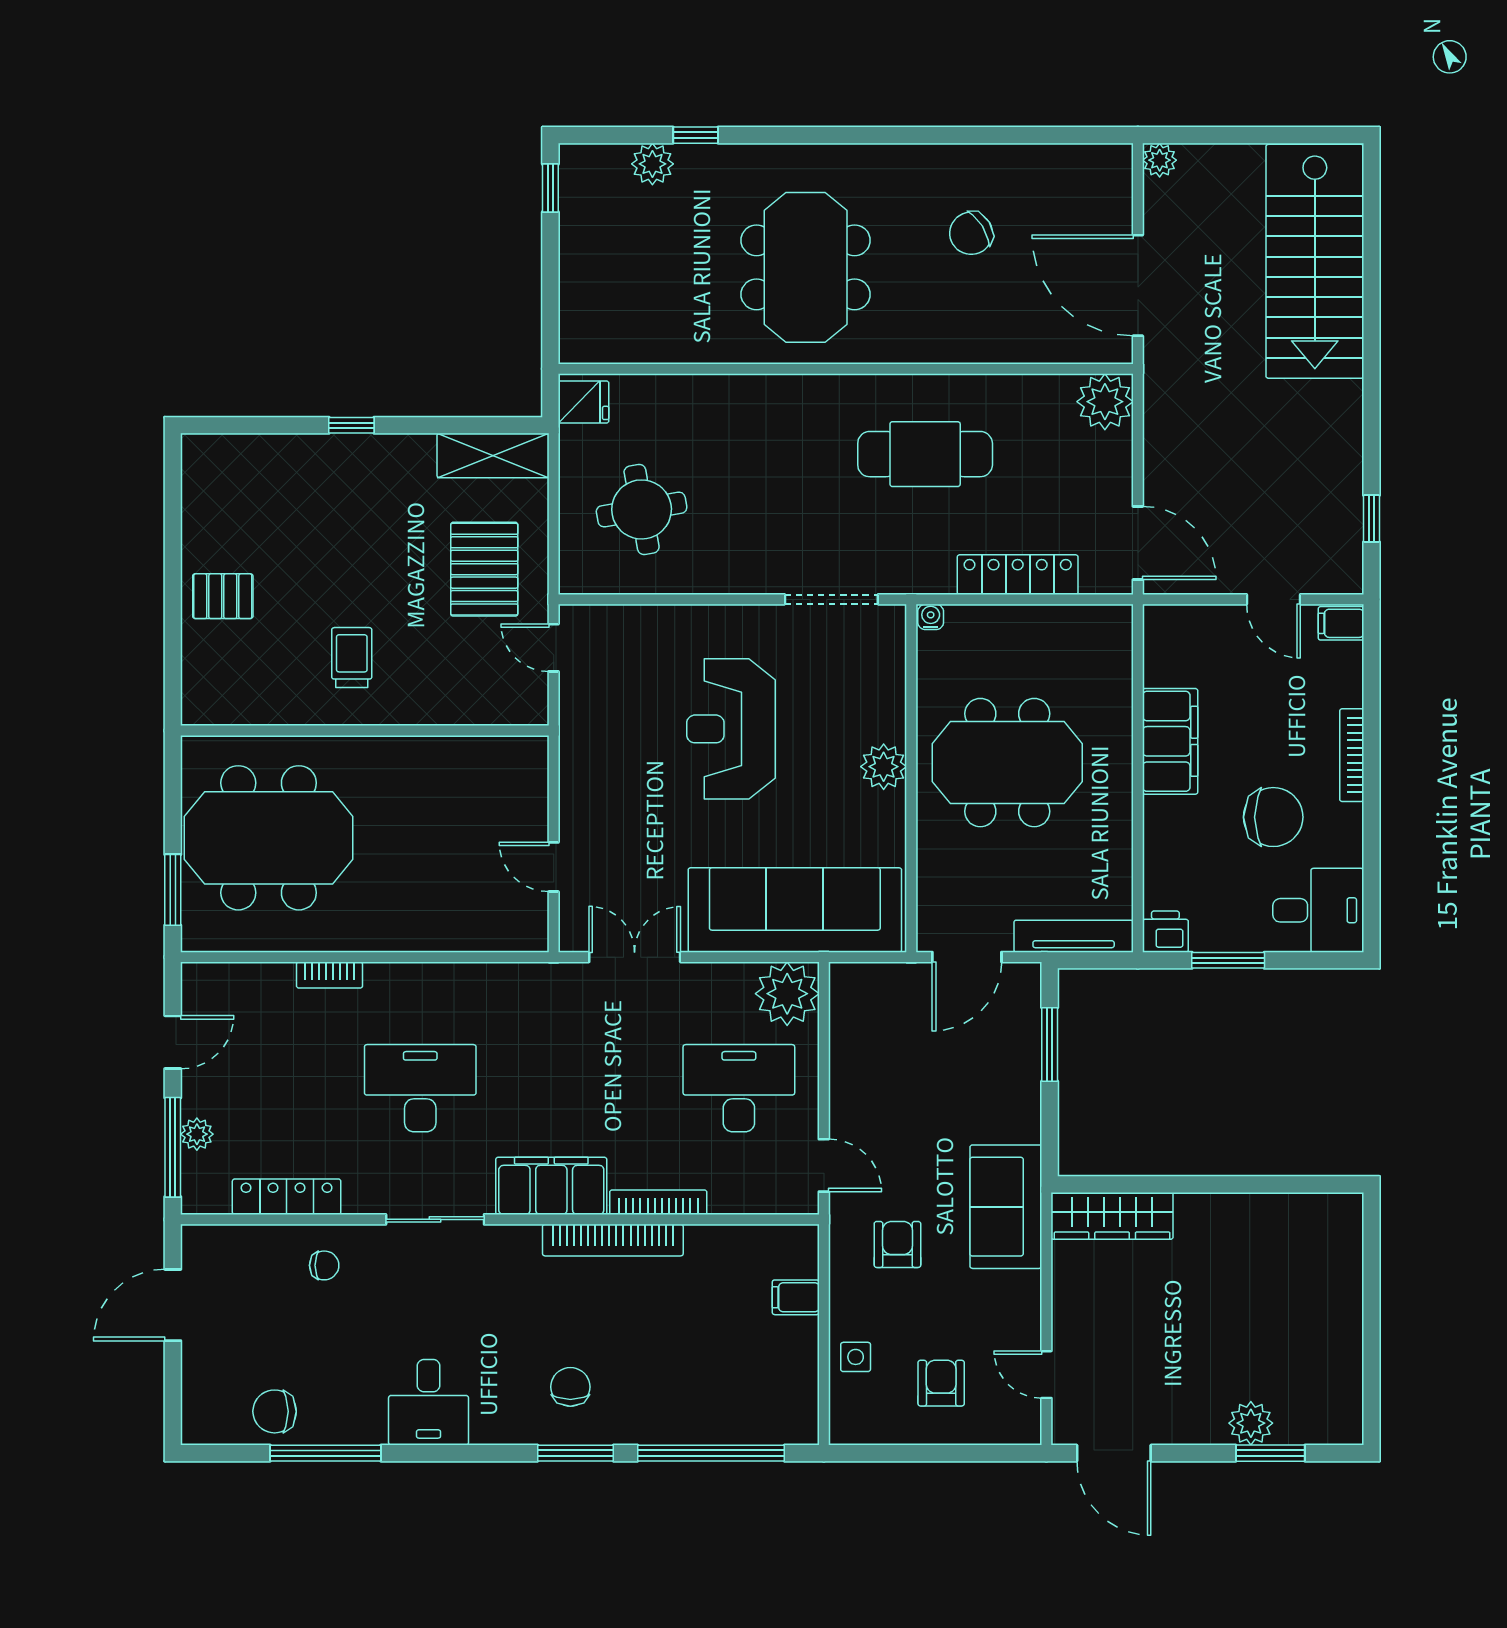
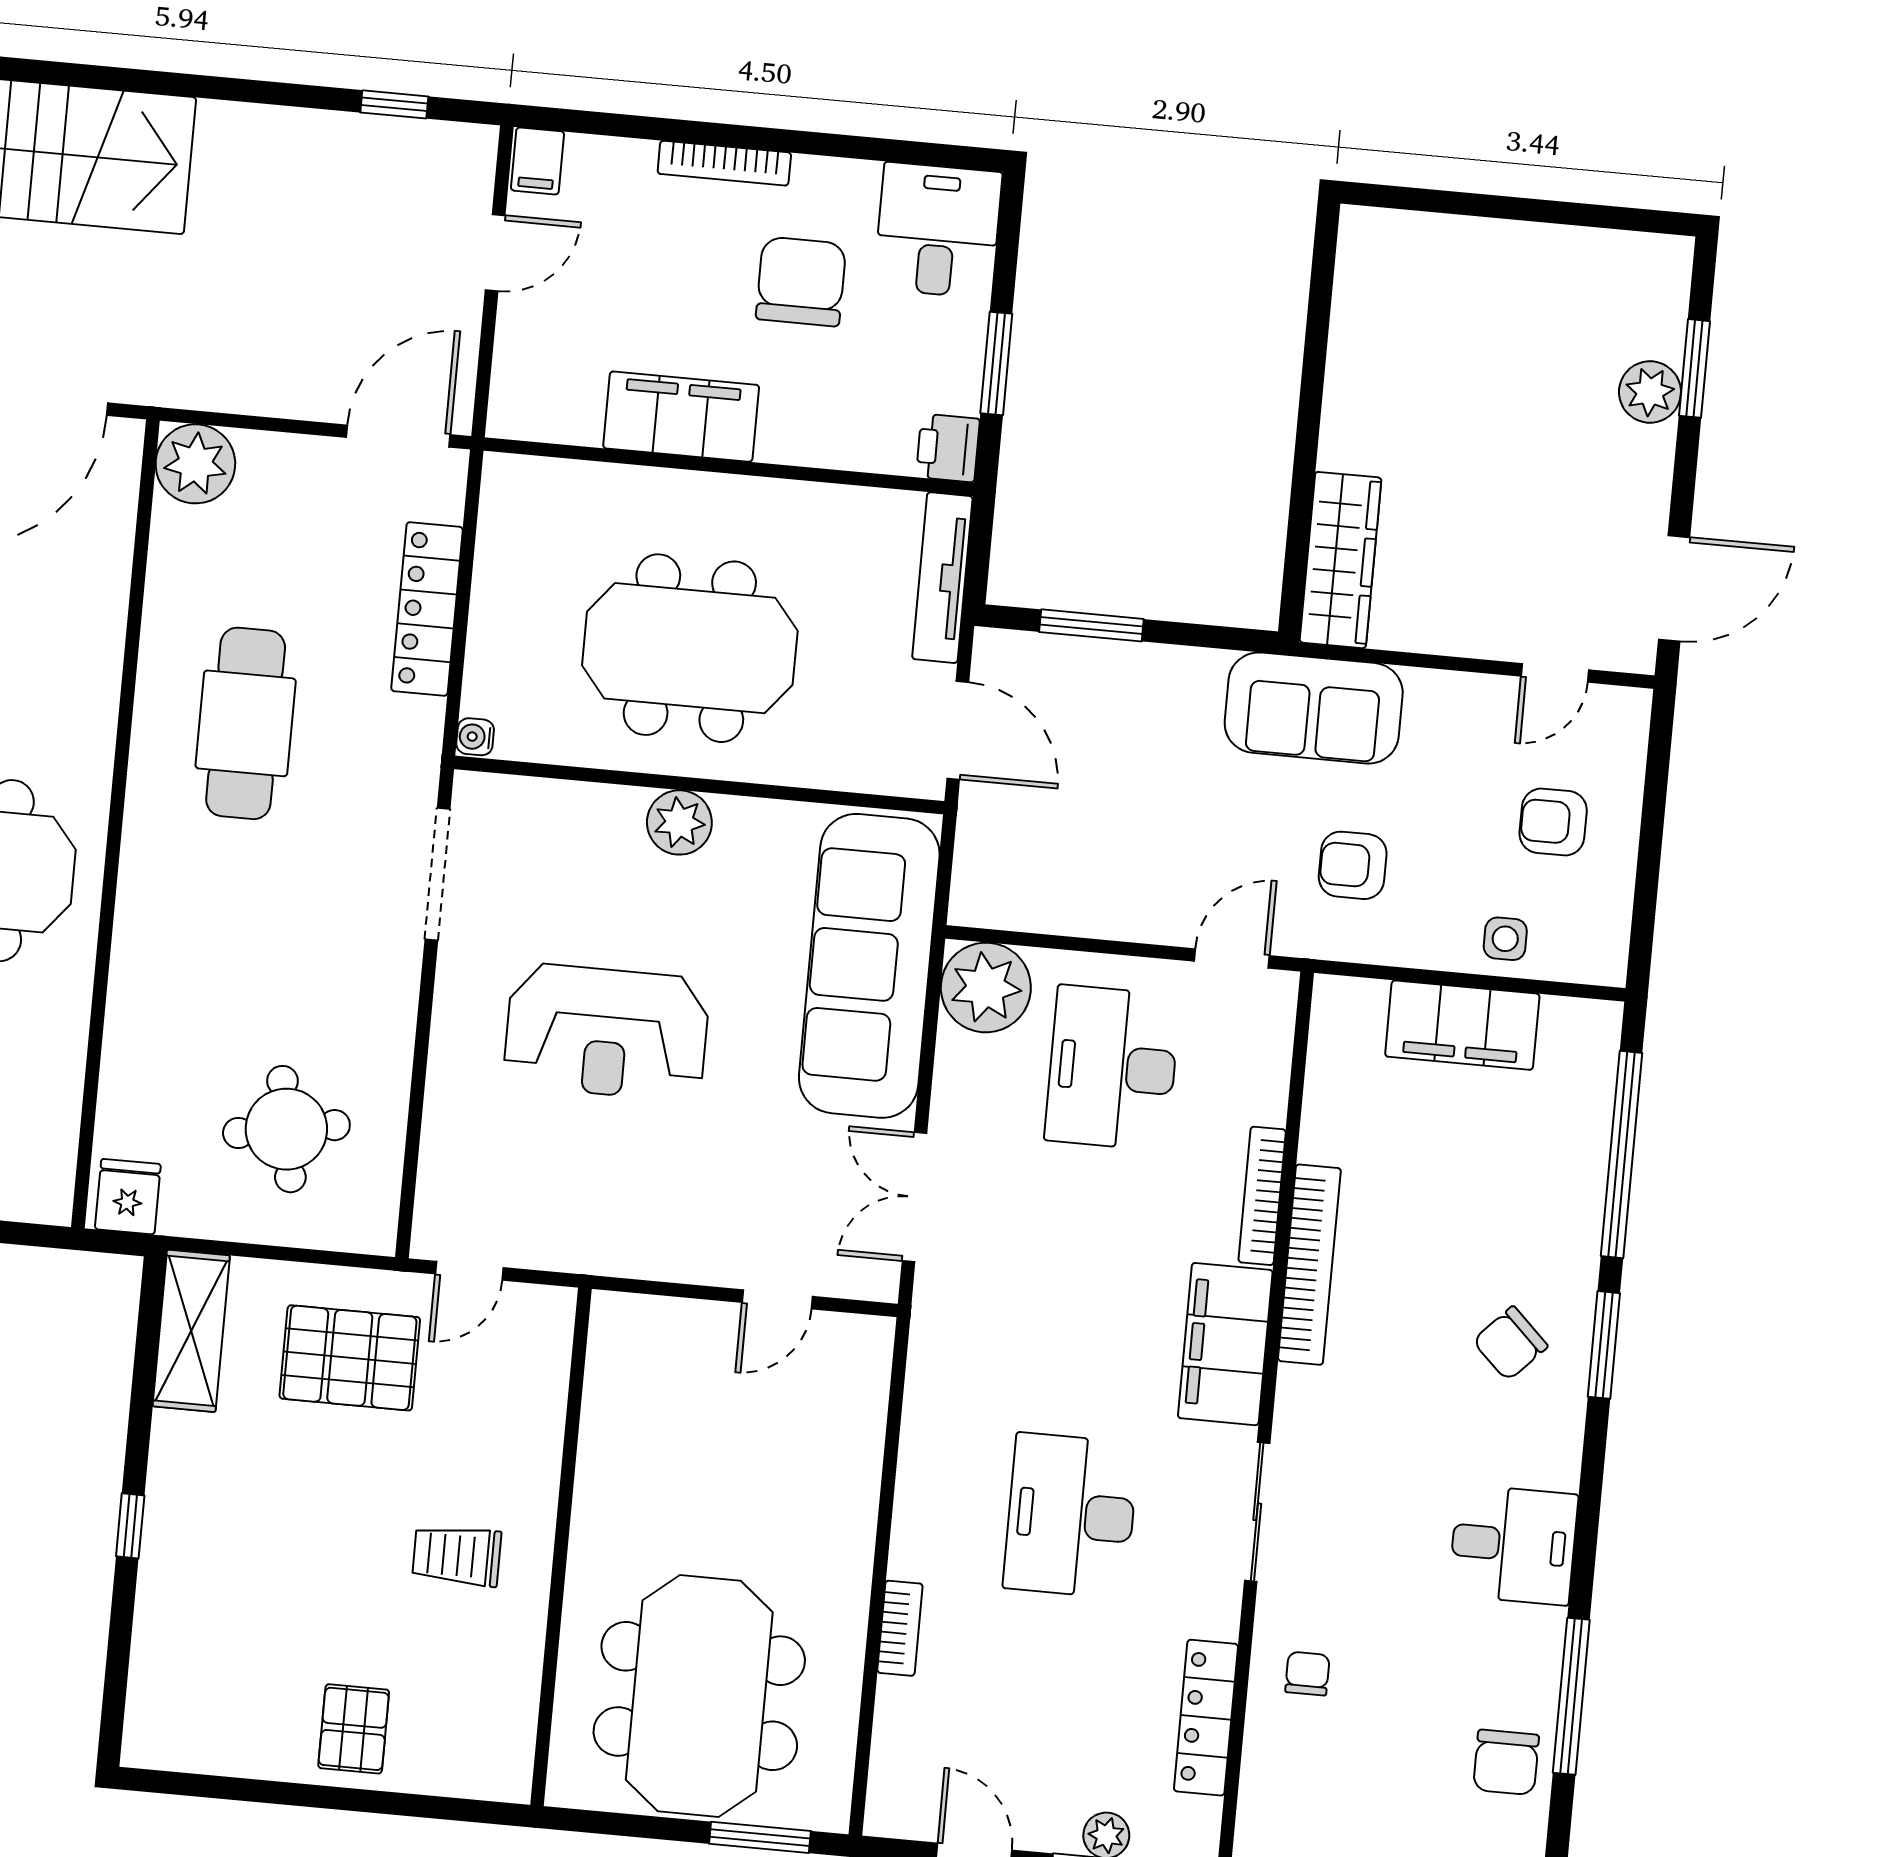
meeting table: (1007, 763) -> (690, 648), turned 90
filing cabinet: (796, 1297) -> (1462, 1025), width x3.00, depth x1.17
chair: (570, 1387) -> (1510, 1343), turned -46

